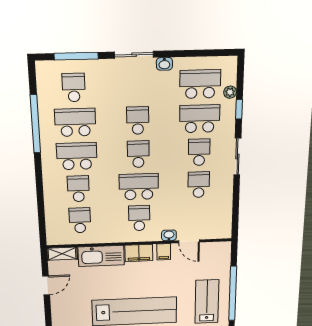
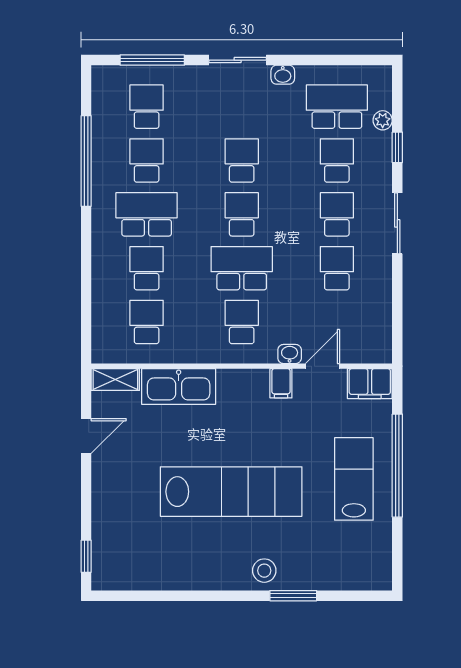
school desk: (200, 119) -> (337, 161), width x0.54
school desk: (75, 122) -> (147, 161), width x0.54
door: (189, 241) -> (323, 366), swing flipped
filing cabinet: (139, 253) -> (370, 384), moved

